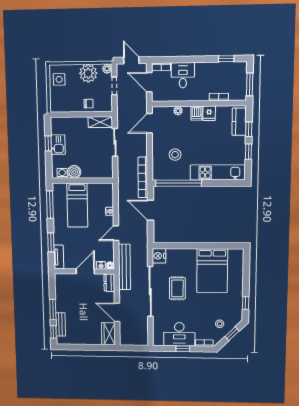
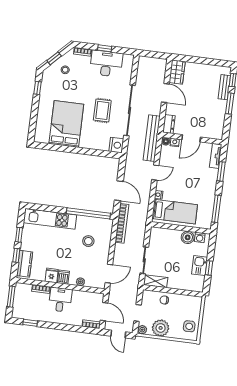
desk: (183, 75) -> (60, 300), moved, turned 180
bed: (77, 205) -> (175, 212), moved, turned 90

